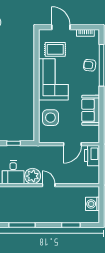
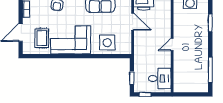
plant: (33, 176) -> (163, 60), removed

